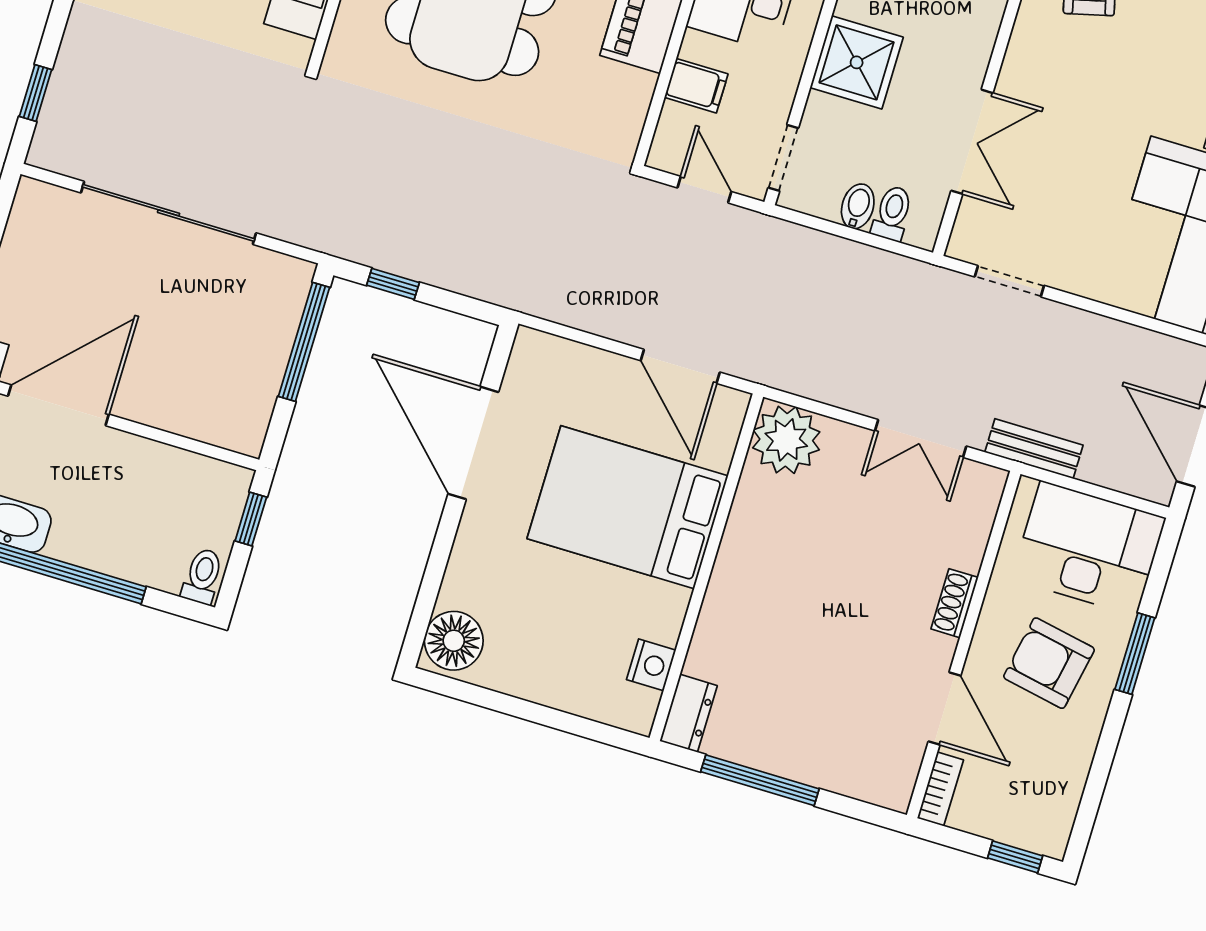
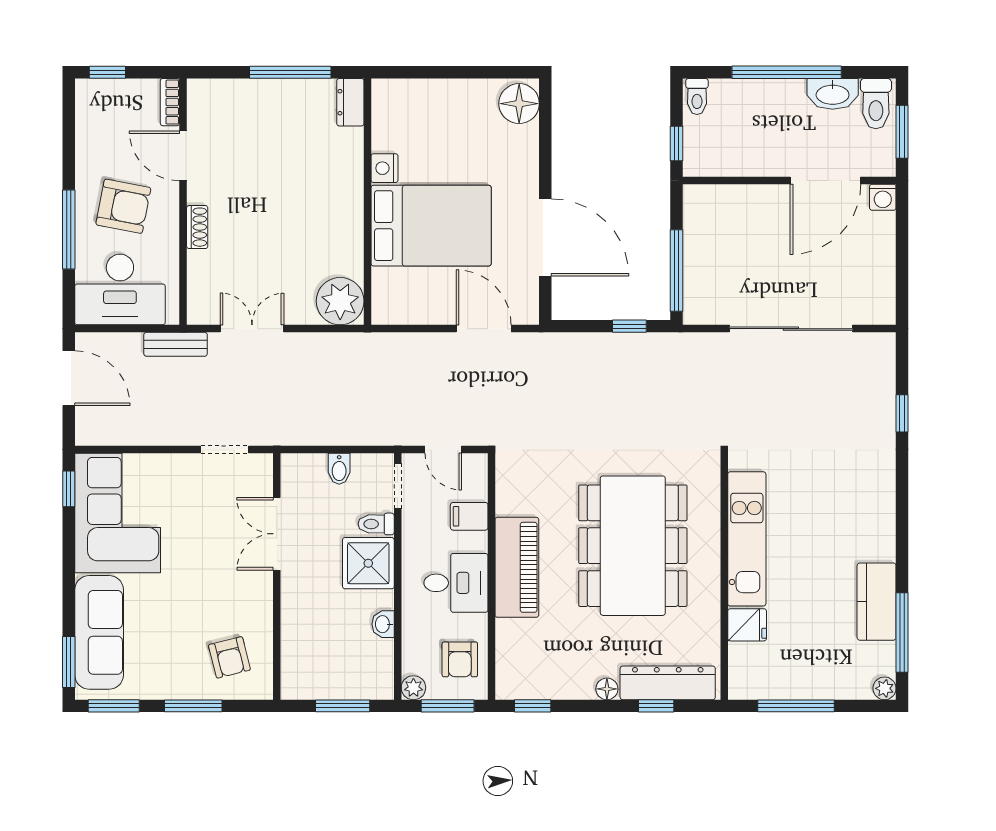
window: (36, 93) -> (902, 413), moved
toilet: (892, 213) -> (376, 524), moved, turned 90
door: (680, 366) -> (484, 329), moved
window: (1135, 654) -> (69, 229), width x1.44
nightstand: (651, 665) -> (385, 168), moved

